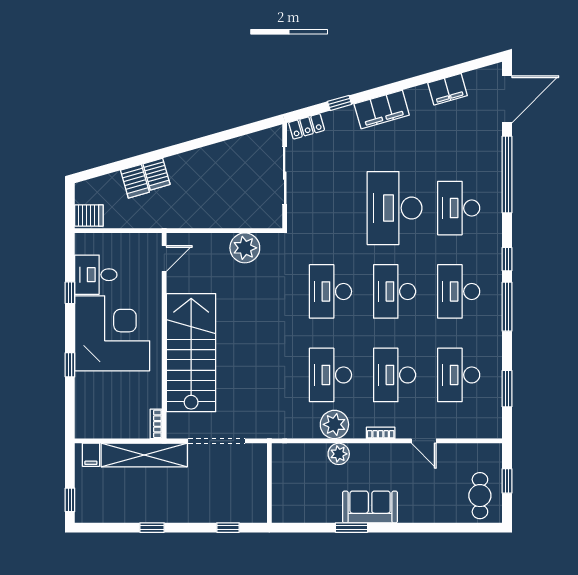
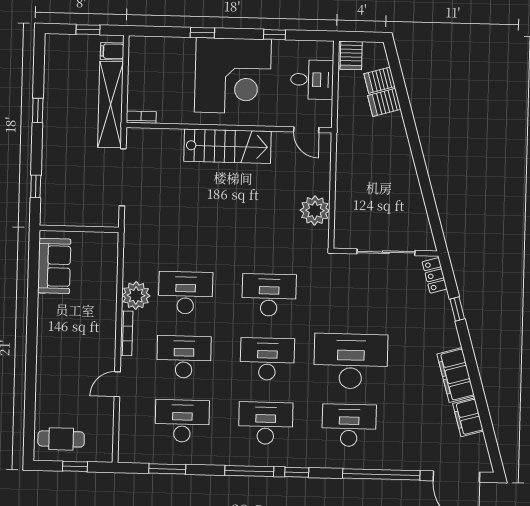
filing cabinet: (382, 109) -> (456, 375), moved
server rack: (157, 174) -> (380, 80), moved
desk: (96, 275) -> (312, 80), moved, turned 90
stairs: (191, 353) -> (227, 146), width x0.73, depth x0.66
bookcase: (381, 433) -> (127, 333), width x1.56
plant: (339, 454) -> (106, 299), removed
window: (70, 500) -> (88, 30), moved
sofa: (370, 507) -> (54, 266), moved
window: (352, 528) -> (32, 310), removed

